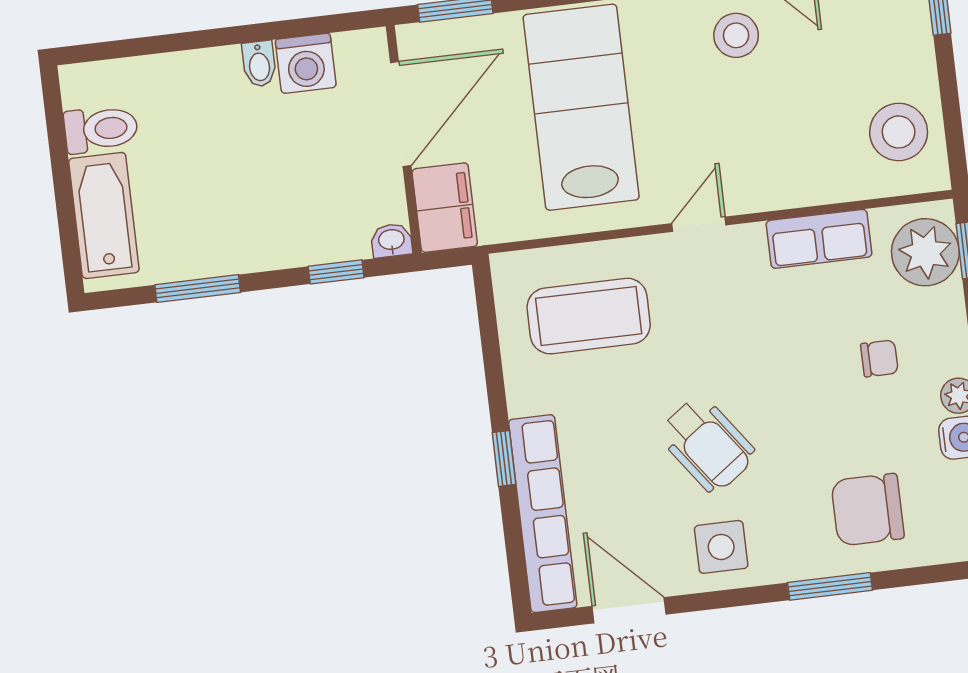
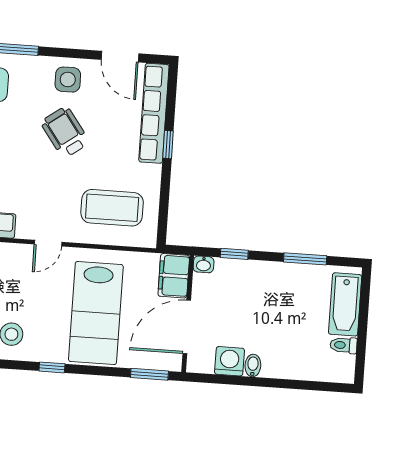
toilet: (101, 129) -> (344, 345), width x0.73, depth x0.72

